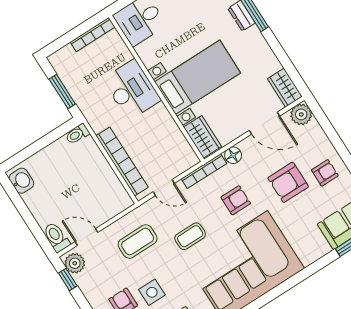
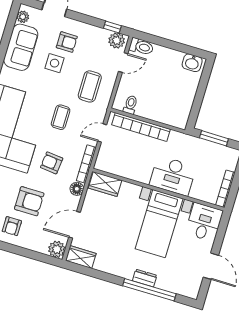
bed with nightstands: (198, 77) -> (159, 224), moved
toilet: (77, 134) -> (130, 105), moved
armchair: (288, 182) -> (29, 201), turned 90
armchair: (236, 200) -> (52, 163), turned 96

